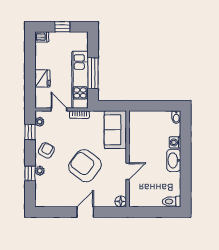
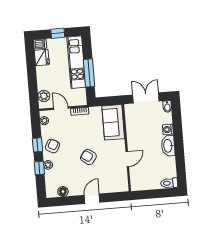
fridge: (42, 78) -> (42, 57), moved
kitchen unit: (80, 80) -> (76, 62), moved
plant: (41, 95) -> (44, 96), added
double door: (154, 106) -> (146, 98), added
window: (30, 132) -> (37, 145), moved
armchair: (85, 166) -> (88, 157), width x0.53, depth x0.53
floor lamp: (121, 201) -> (63, 192), moved

